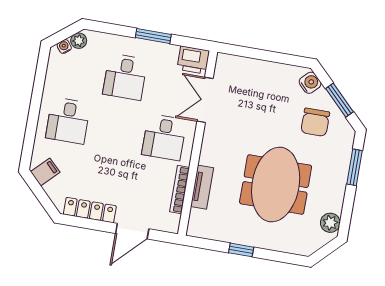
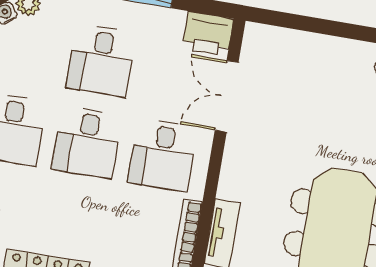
desk: (116, 129) -> (87, 142), added

